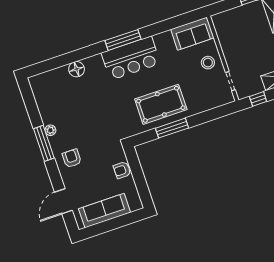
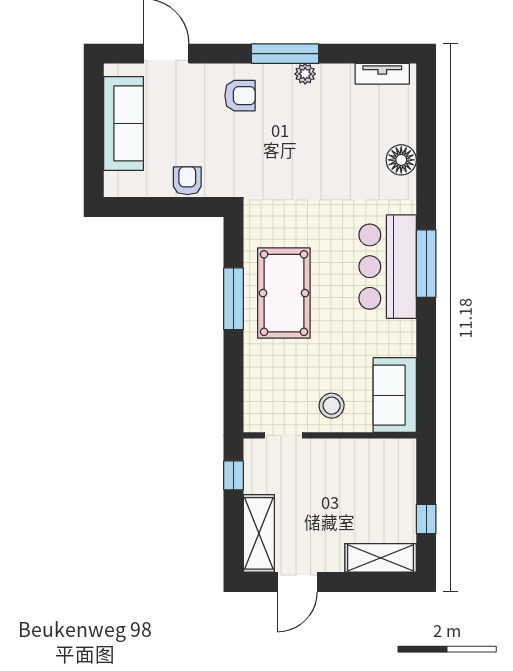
tv unit: (38, 93) -> (382, 74), added

